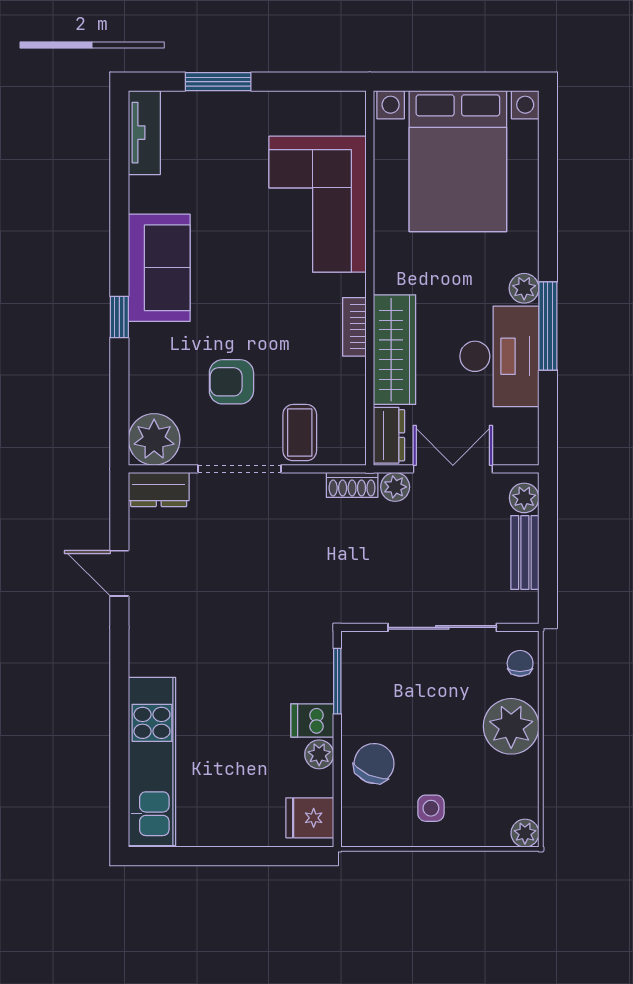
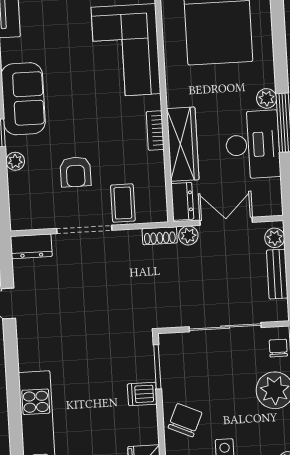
armchair: (231, 382) -> (75, 172), turned -90
plant: (154, 439) -> (15, 161), moved, width x0.53, depth x0.53
plant: (319, 754) -> (148, 416), removed

